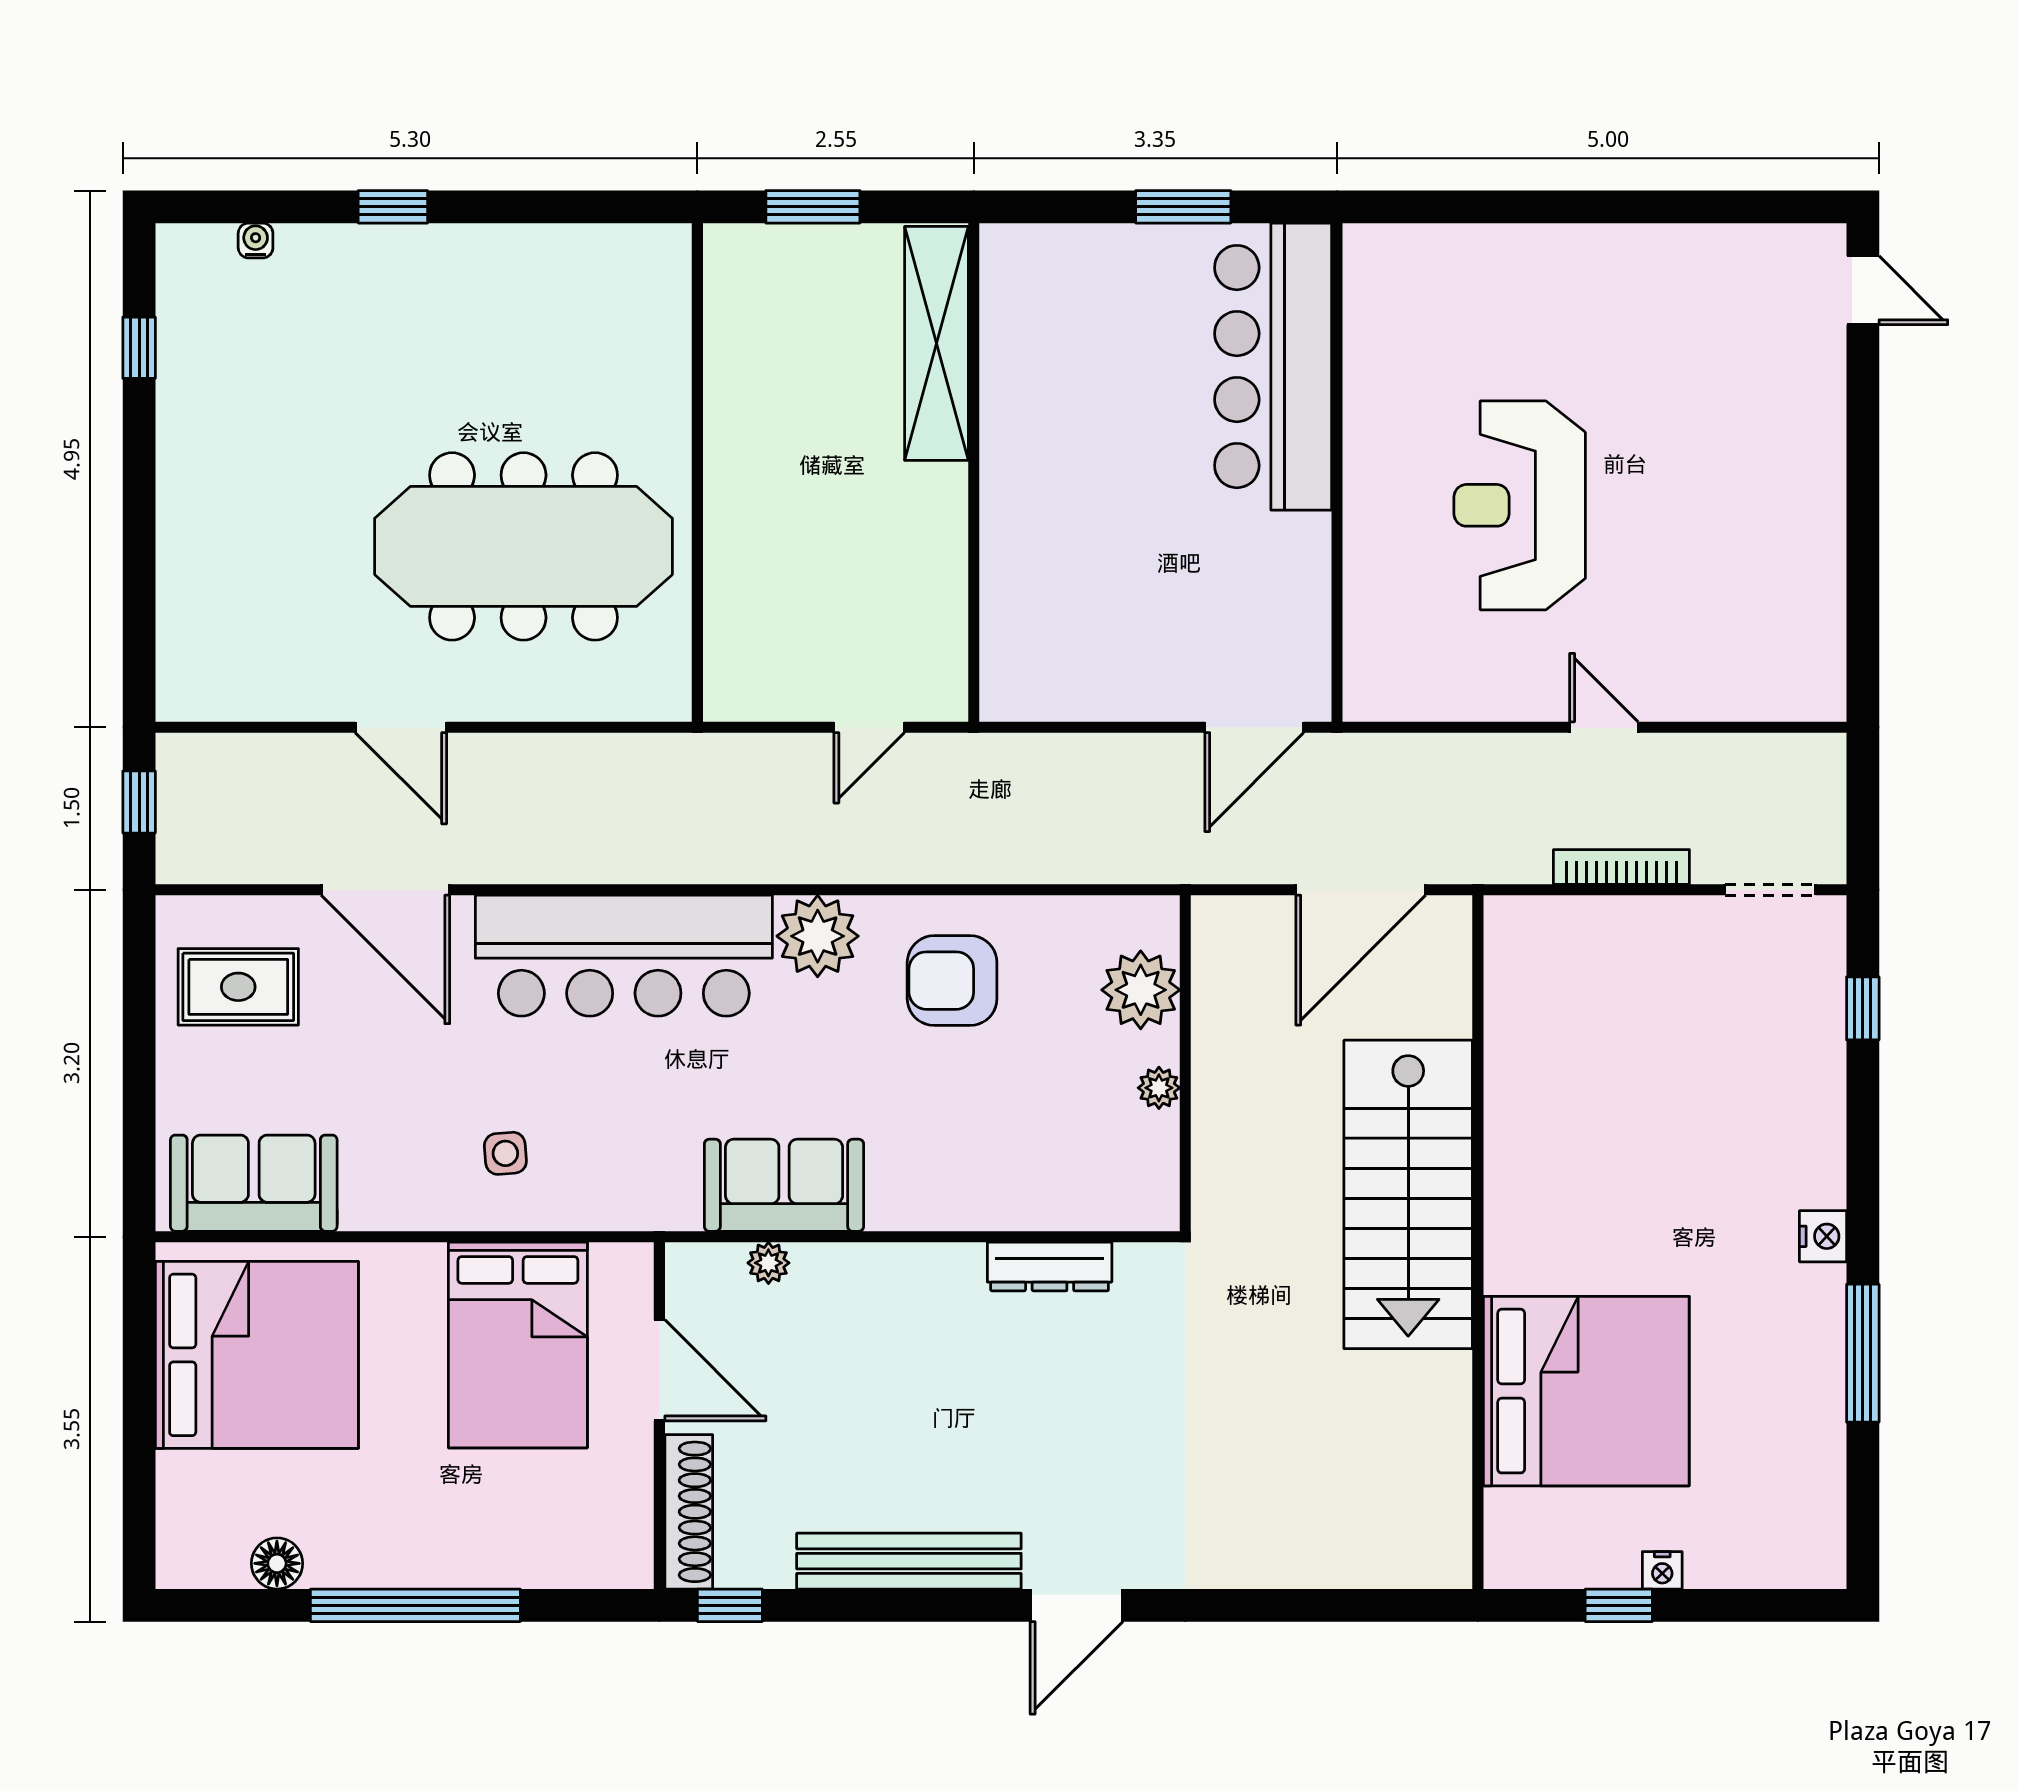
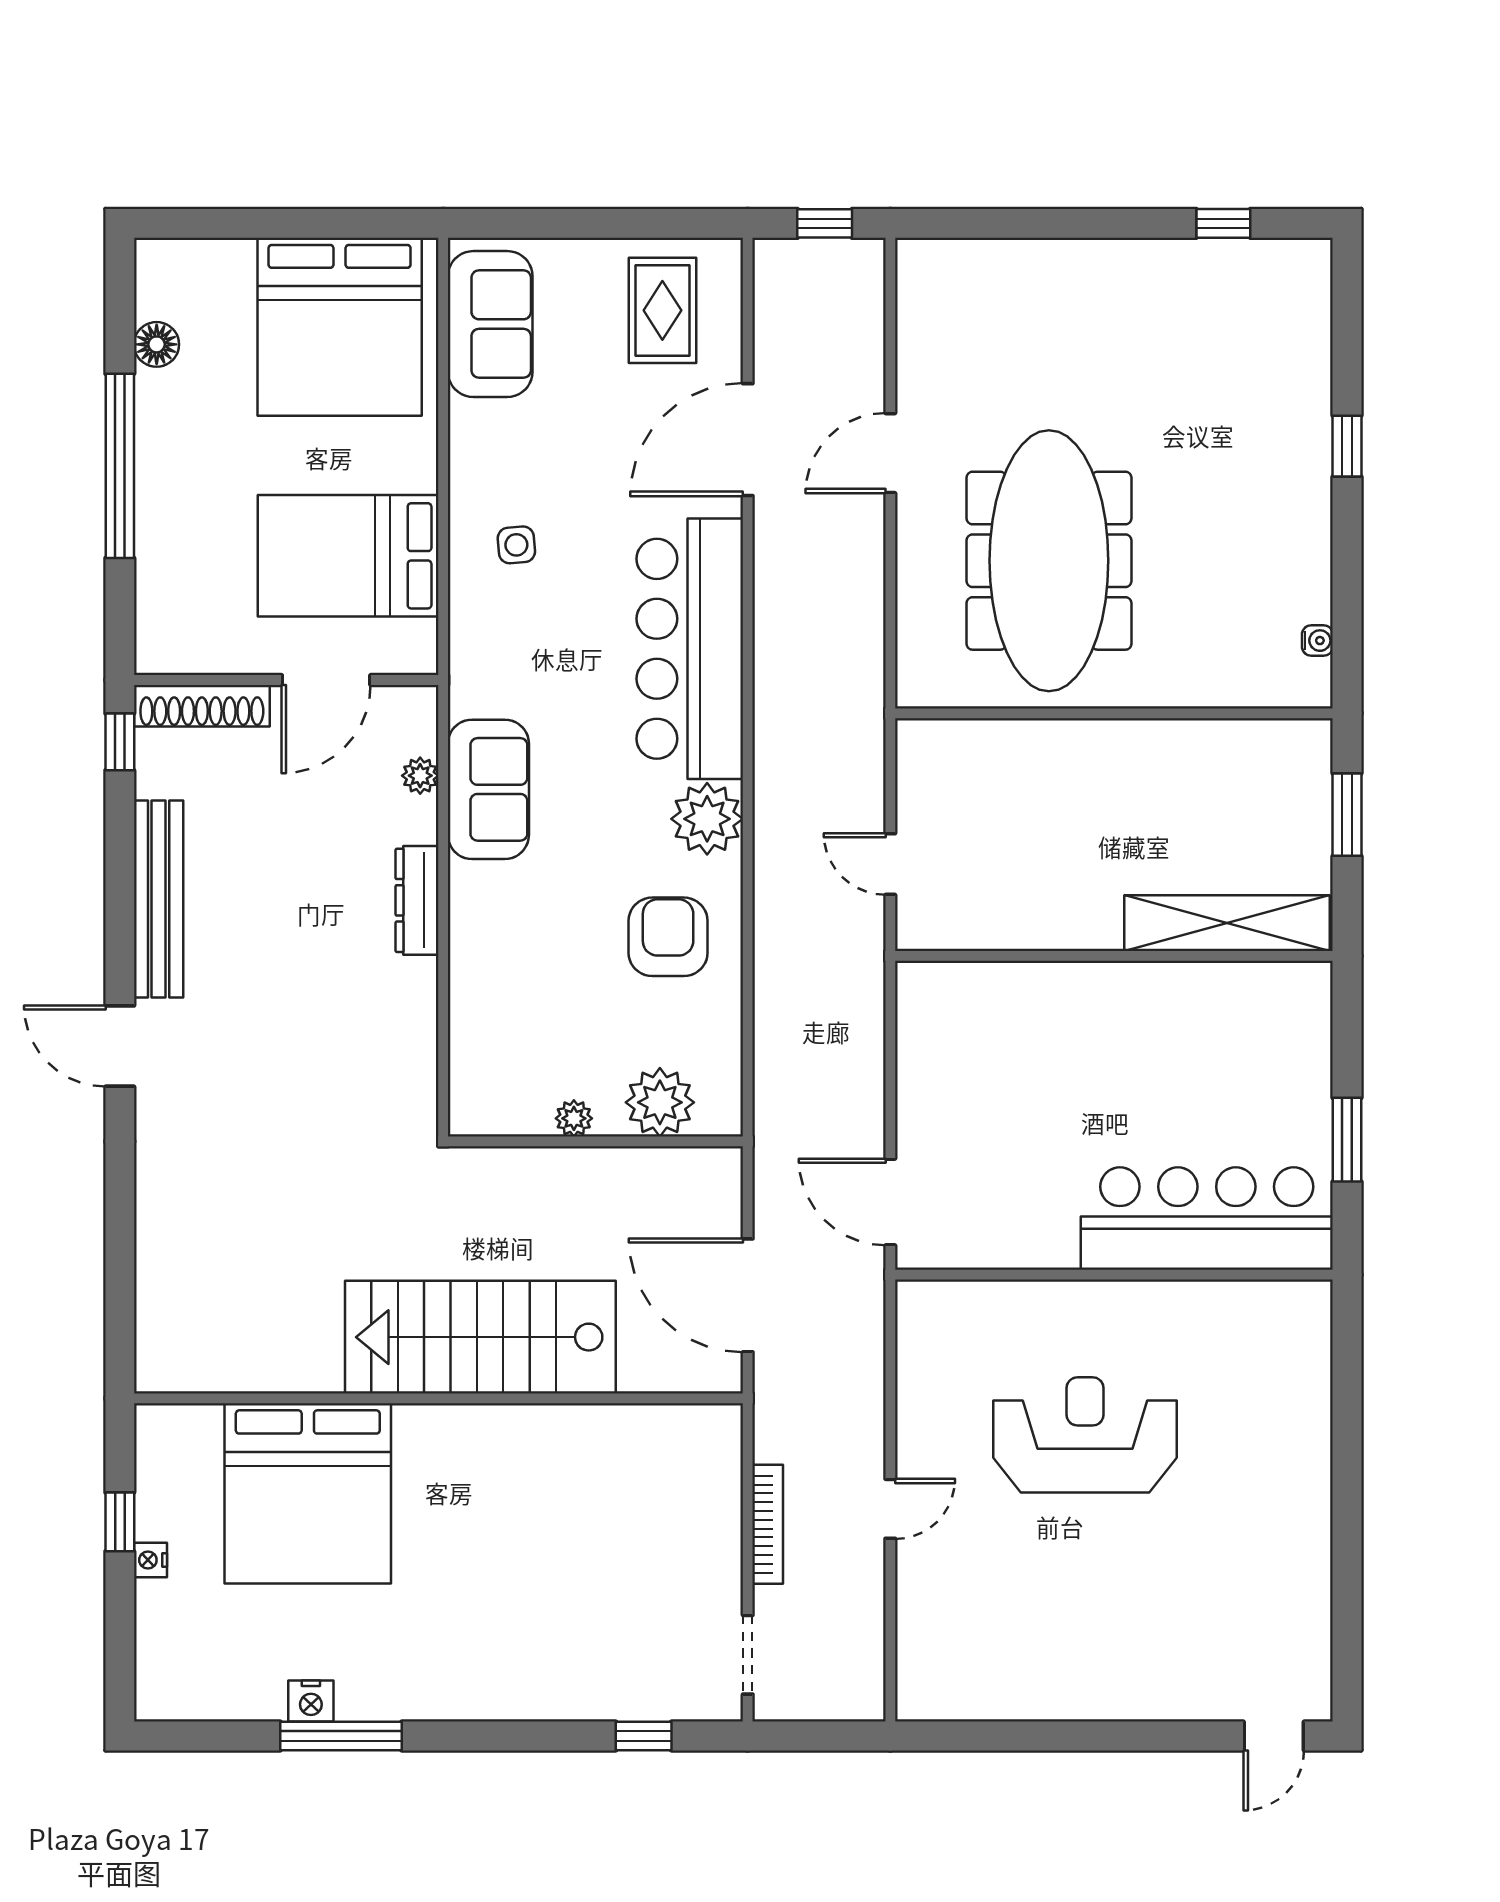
water cooler: (256, 240) -> (1317, 641), moved
nightstand: (1823, 1236) -> (311, 1701), moved
dresser: (1050, 1266) -> (417, 900), moved

